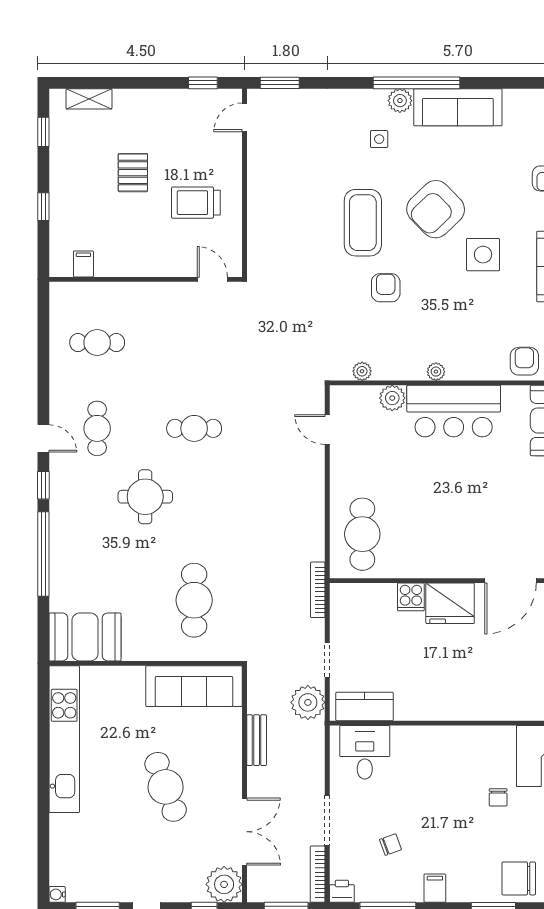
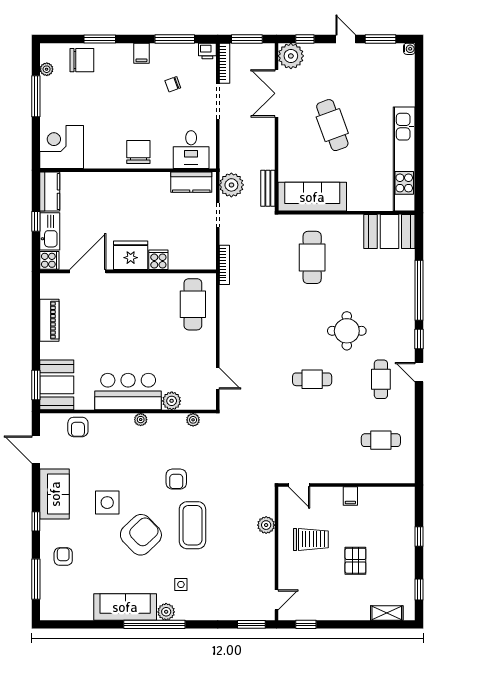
plant: (259, 223) -> (266, 525), added
filing cabinet: (83, 264) -> (350, 496), moved
bench: (257, 740) -> (268, 188), moved
chair: (498, 797) -> (138, 152), moved, width x1.87, depth x1.87

